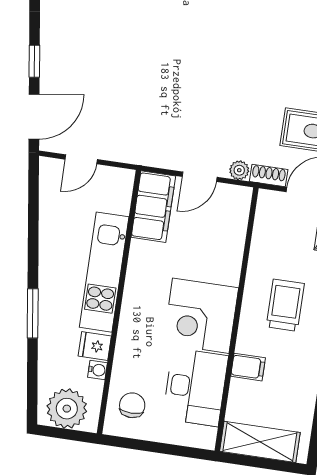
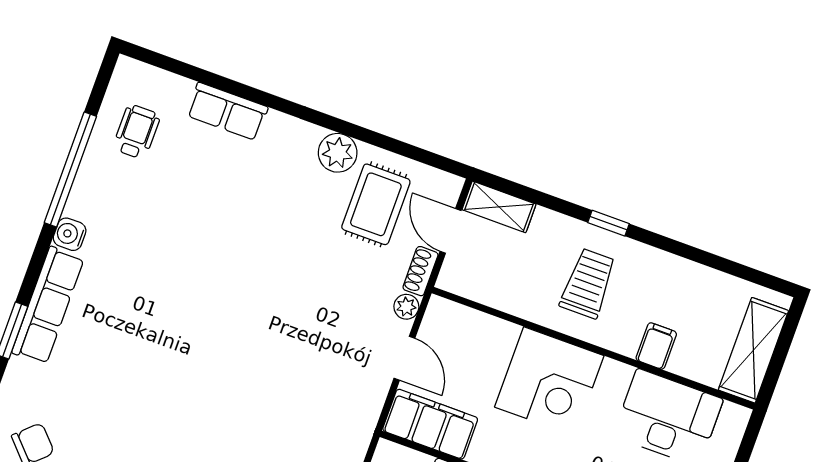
trolley: (285, 305) -> (588, 283), turned 90
corner desk: (201, 316) -> (549, 381), moved

